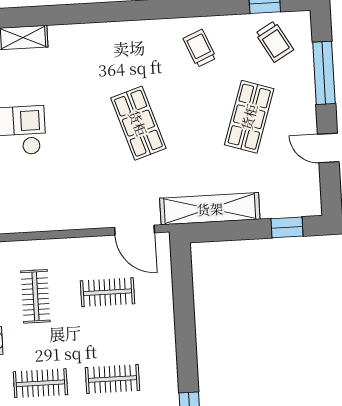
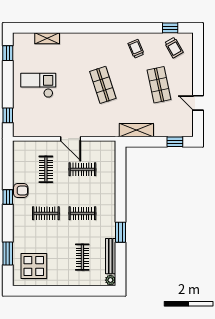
window: (324, 73) -> (198, 65), removed
shop shelf: (249, 117) -> (159, 85), turned -30
shelving: (210, 209) -> (136, 130), width x0.68
door: (135, 230) -> (71, 139), moved

